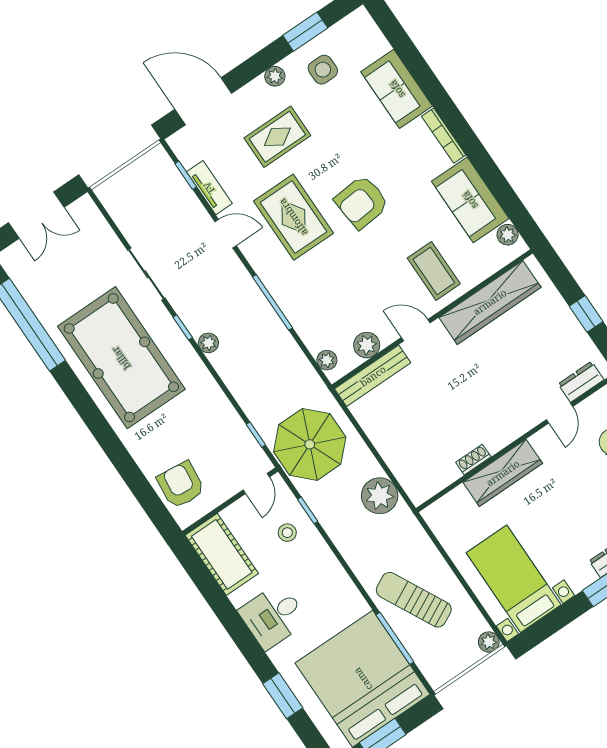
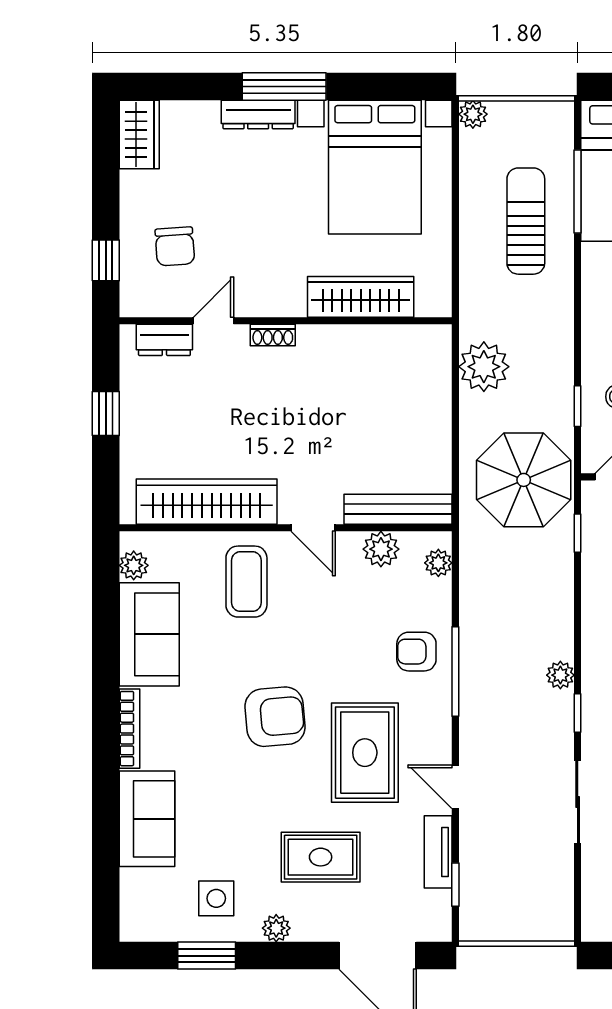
armchair: (304, 298) -> (416, 652), added
shoe rack: (473, 460) -> (273, 335), moved
wardrobe: (503, 473) -> (361, 297), moved
bed with nightstands: (514, 579) -> (375, 167), width x1.36
sun lounger: (414, 600) -> (526, 221), turned -153

